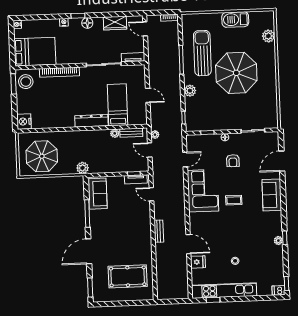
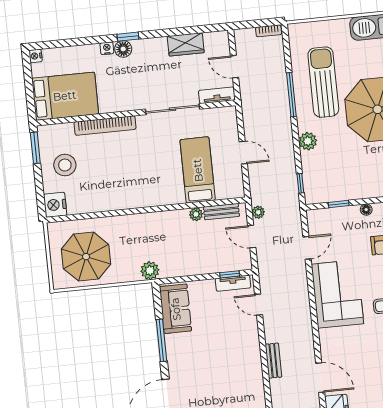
floor lamp: (87, 23) -> (123, 49), moved
door: (145, 29) -> (234, 67), moved
stool: (26, 82) -> (65, 165), moved
dresser: (91, 121) -> (159, 197), removed

